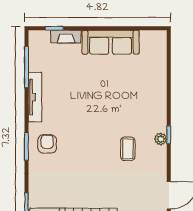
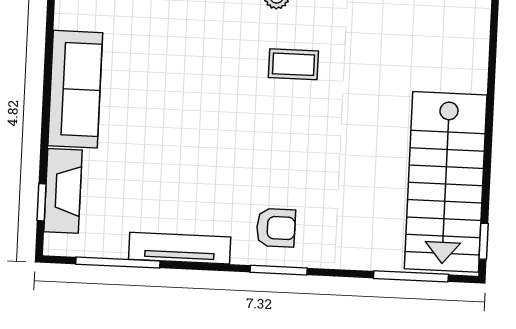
fireplace: (66, 37) -> (63, 191), width x1.37, depth x1.32
armchair: (47, 144) -> (276, 228), turned 180

